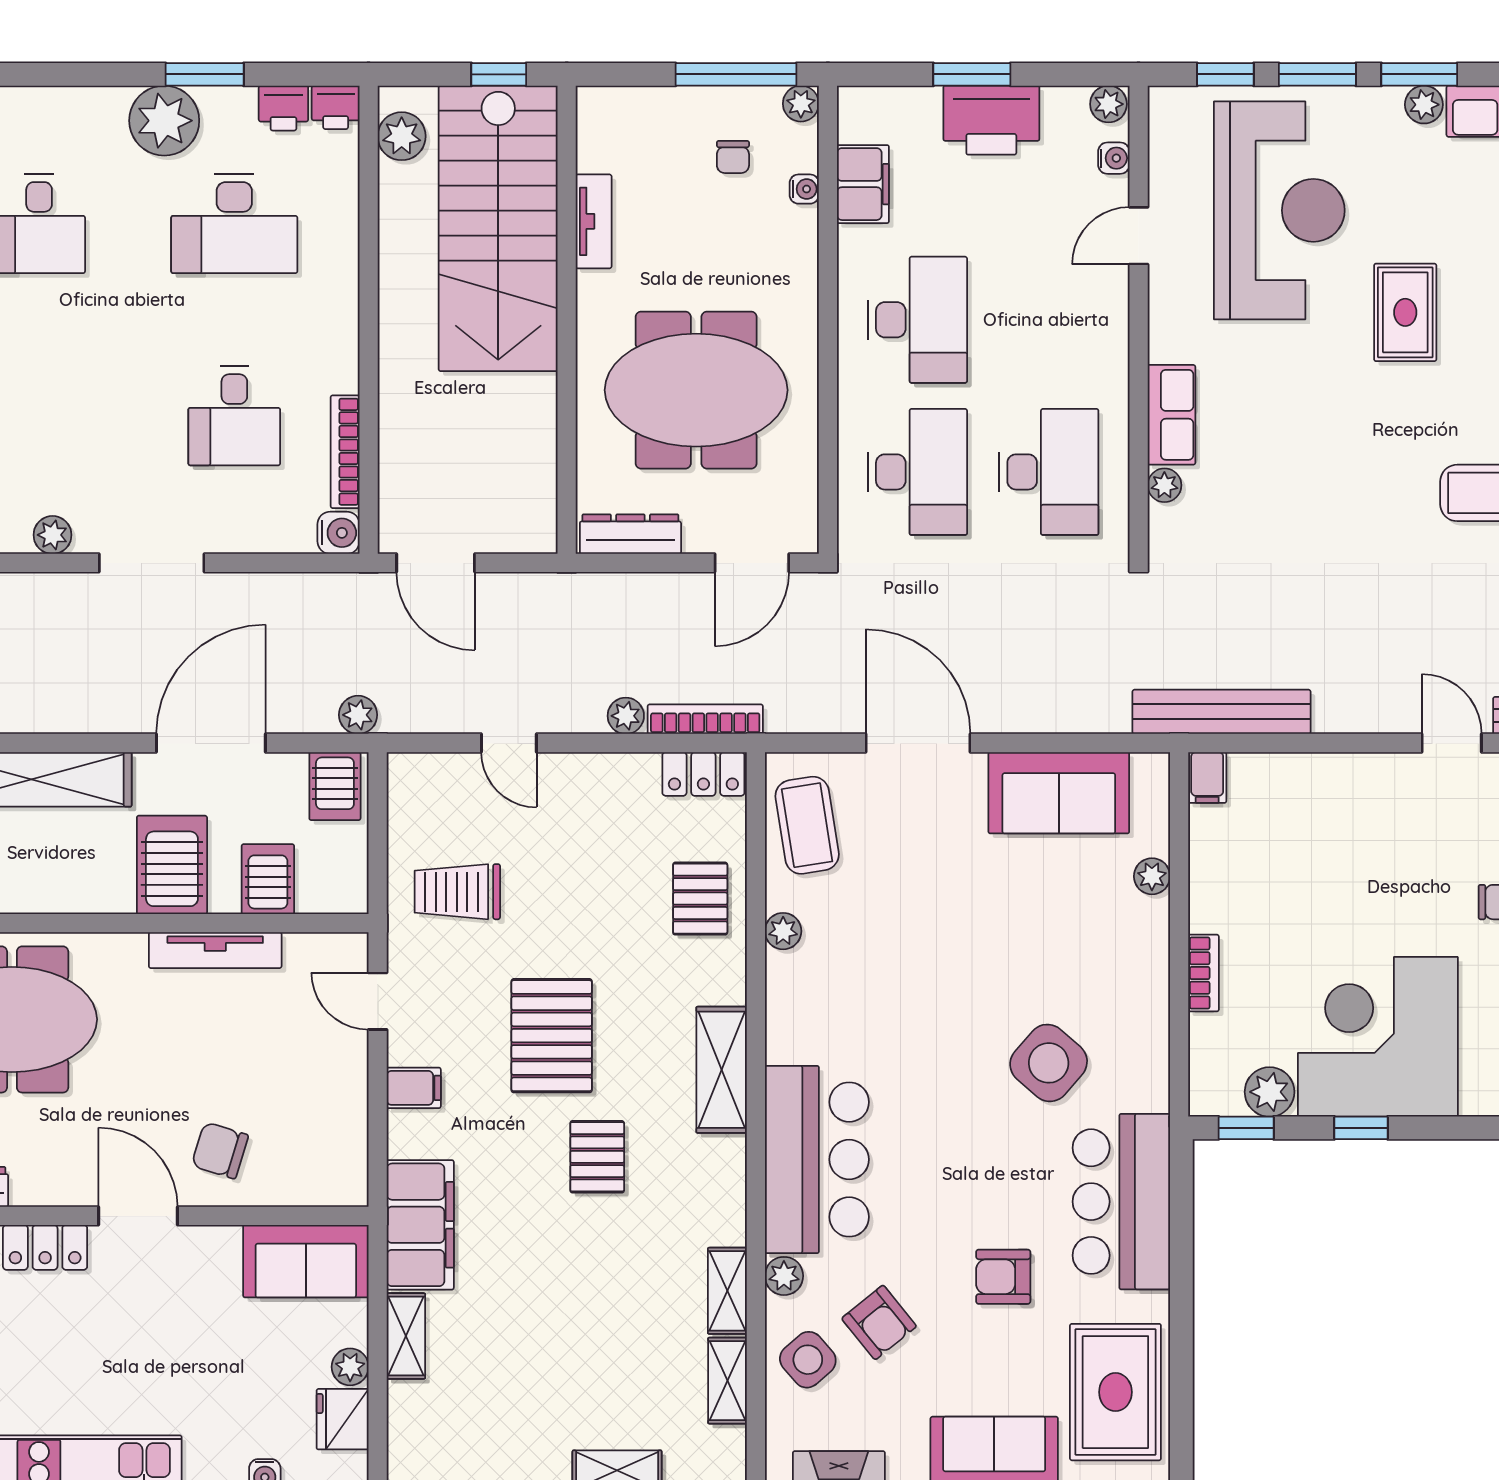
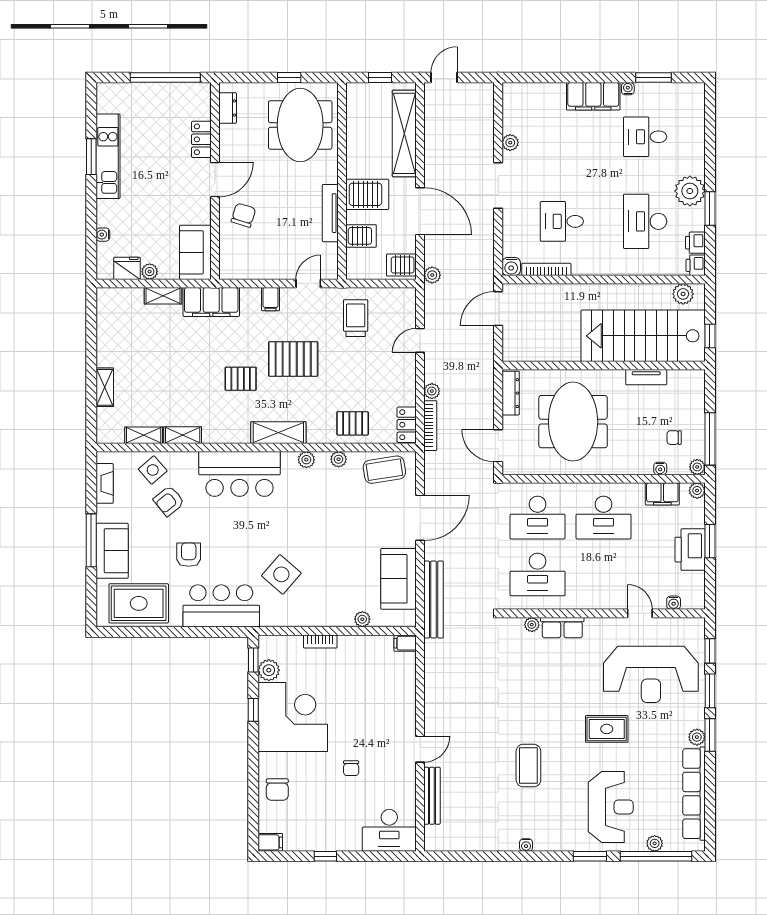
plant: (1108, 104) -> (697, 491), moved
bench: (1221, 712) -> (434, 600), moved
plant: (784, 1276) -> (306, 460), moved

